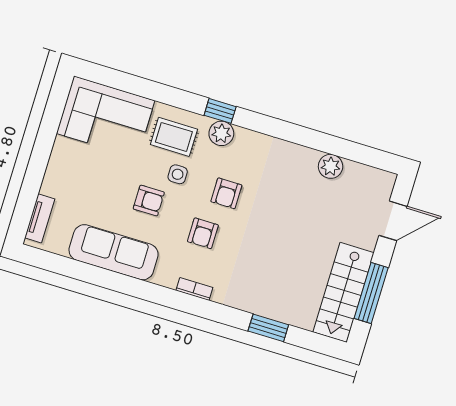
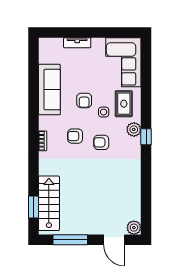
window: (220, 111) -> (146, 137), moved
plant: (331, 166) -> (134, 228), moved
tv unit: (40, 218) -> (77, 43), moved
stairs: (344, 292) -> (49, 203), moved, turned 90
window: (268, 328) -> (33, 207), moved

